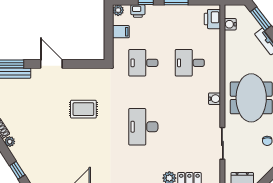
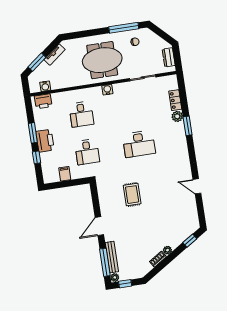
plant: (118, 10) -> (48, 179), removed
printer: (138, 11) -> (45, 141), moved, width x1.87, depth x1.48

